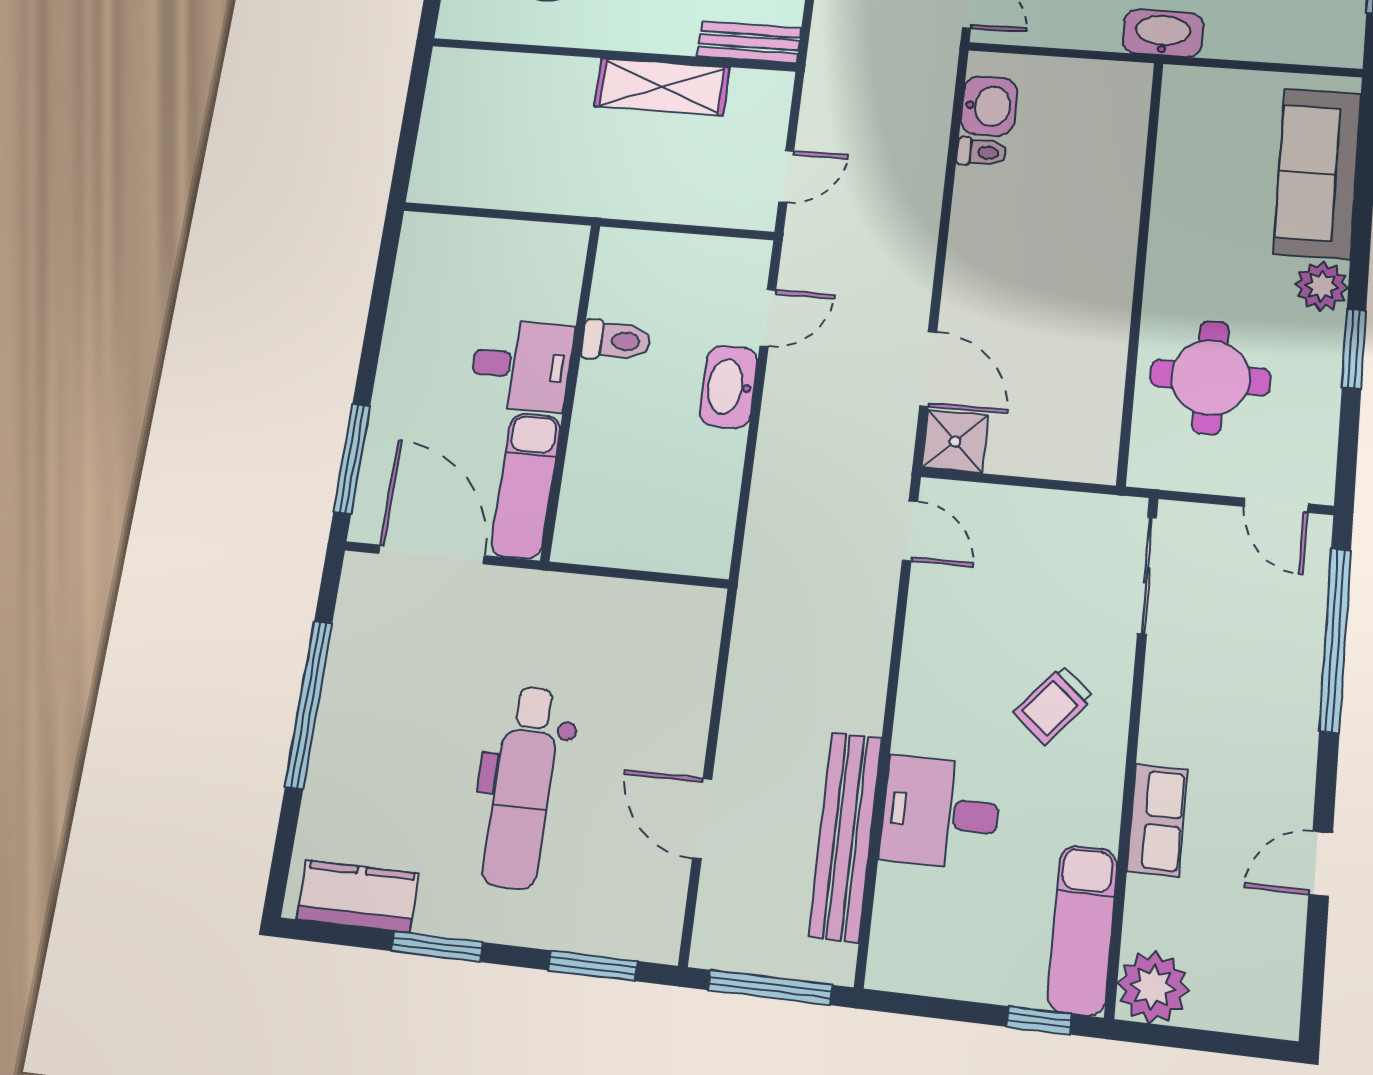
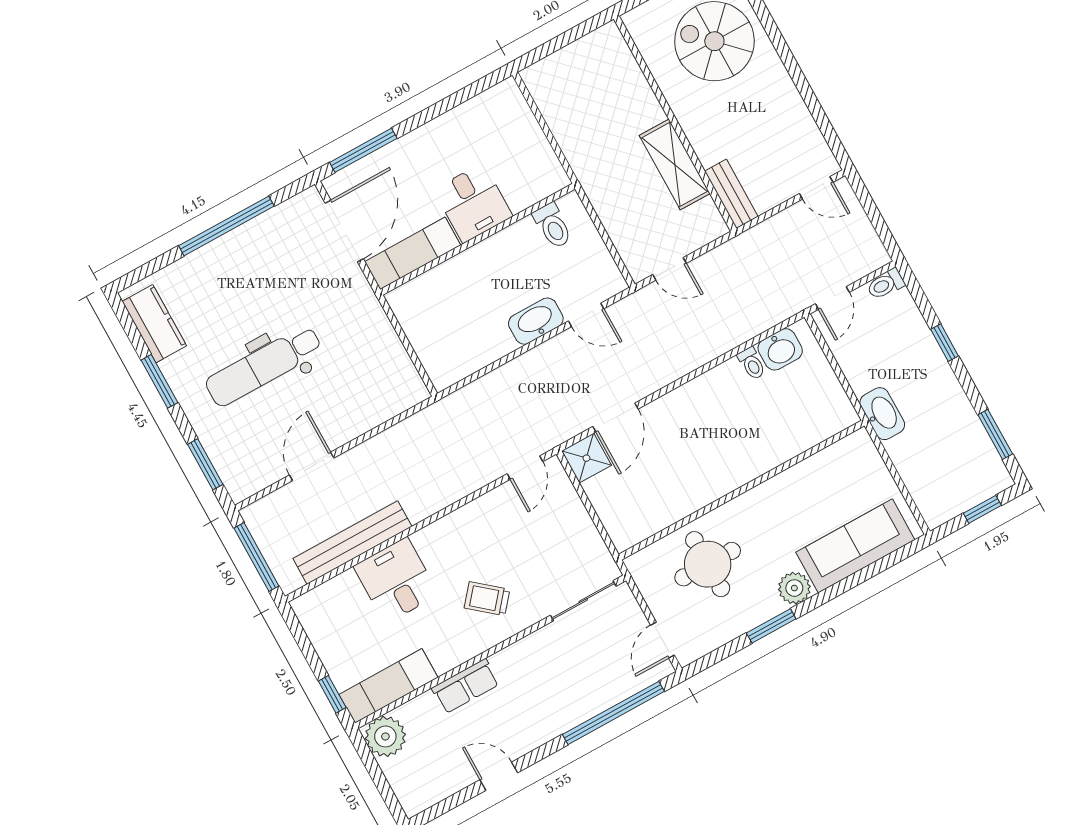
toilet: (616, 341) -> (553, 226), moved

